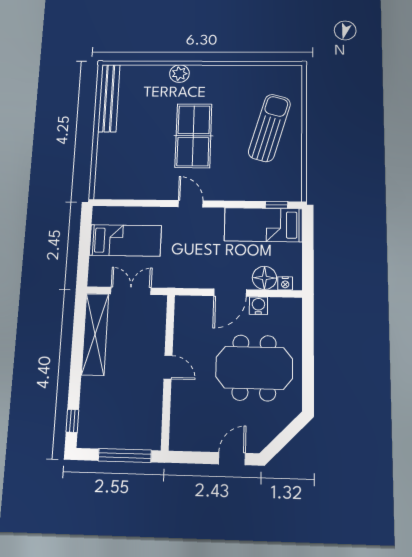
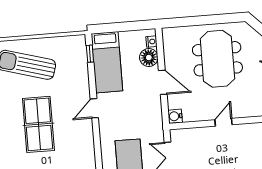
table tennis table: (193, 136) -> (38, 124), turned 90
door: (191, 204) -> (94, 108), moved
water cooler: (258, 306) -> (175, 116), moved

